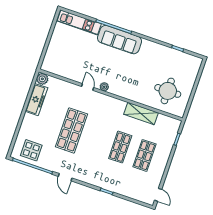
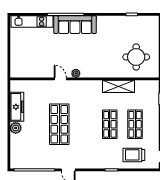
plant: (42, 79) -> (16, 128), moved
display table: (31, 150) -> (28, 156), removed
trolley: (133, 185) -> (134, 155), added

